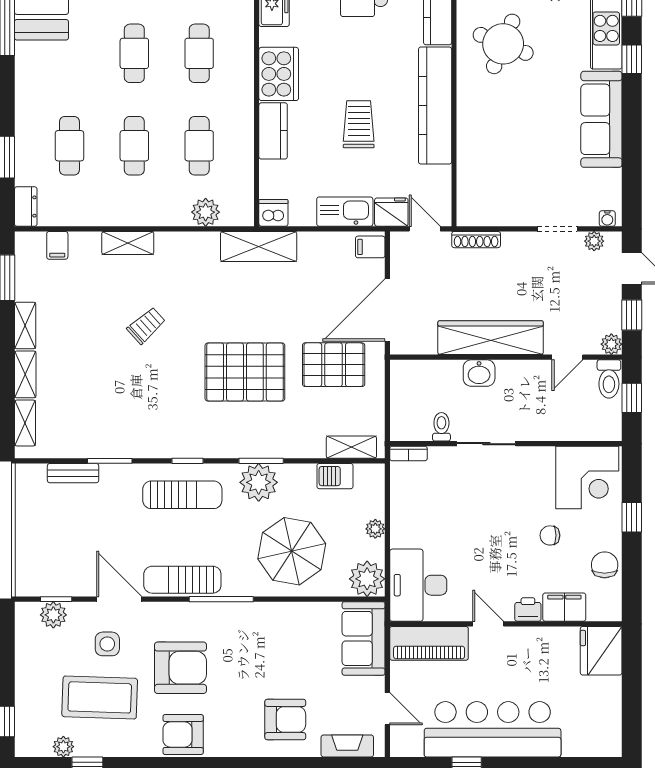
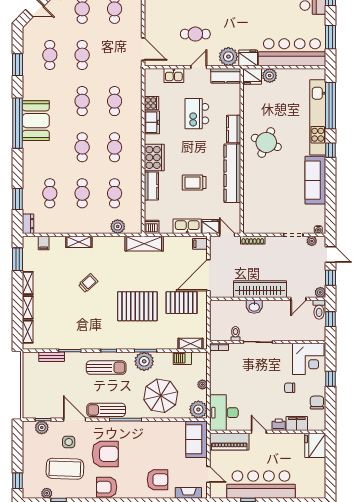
trolley: (359, 124) -> (194, 183), turned -90

